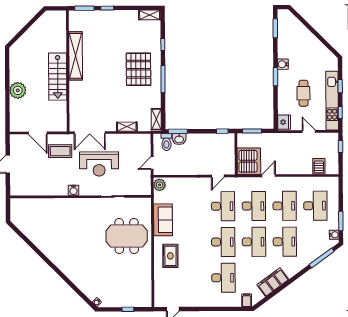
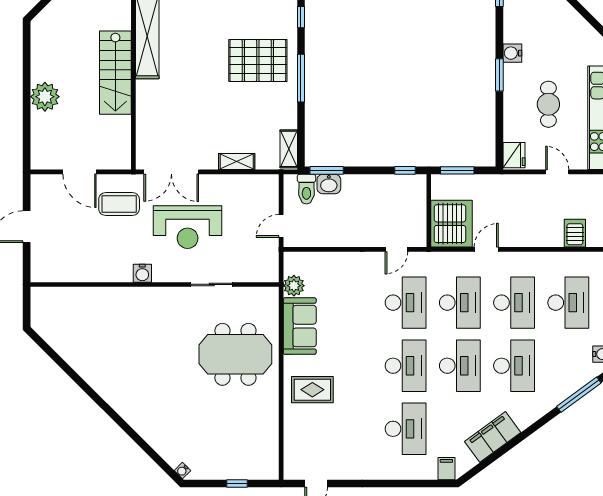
pallet: (138, 69) -> (258, 61), turned 90
plant: (160, 185) -> (294, 286), moved
rug: (170, 256) -> (312, 390), turned 90

